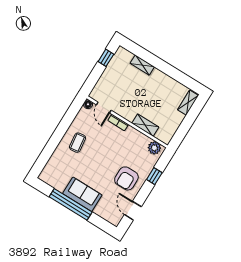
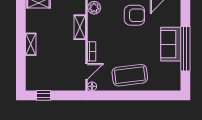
shelving: (142, 65) -> (31, 44), moved
coffee table: (78, 143) -> (130, 75), width x1.86, depth x1.72

